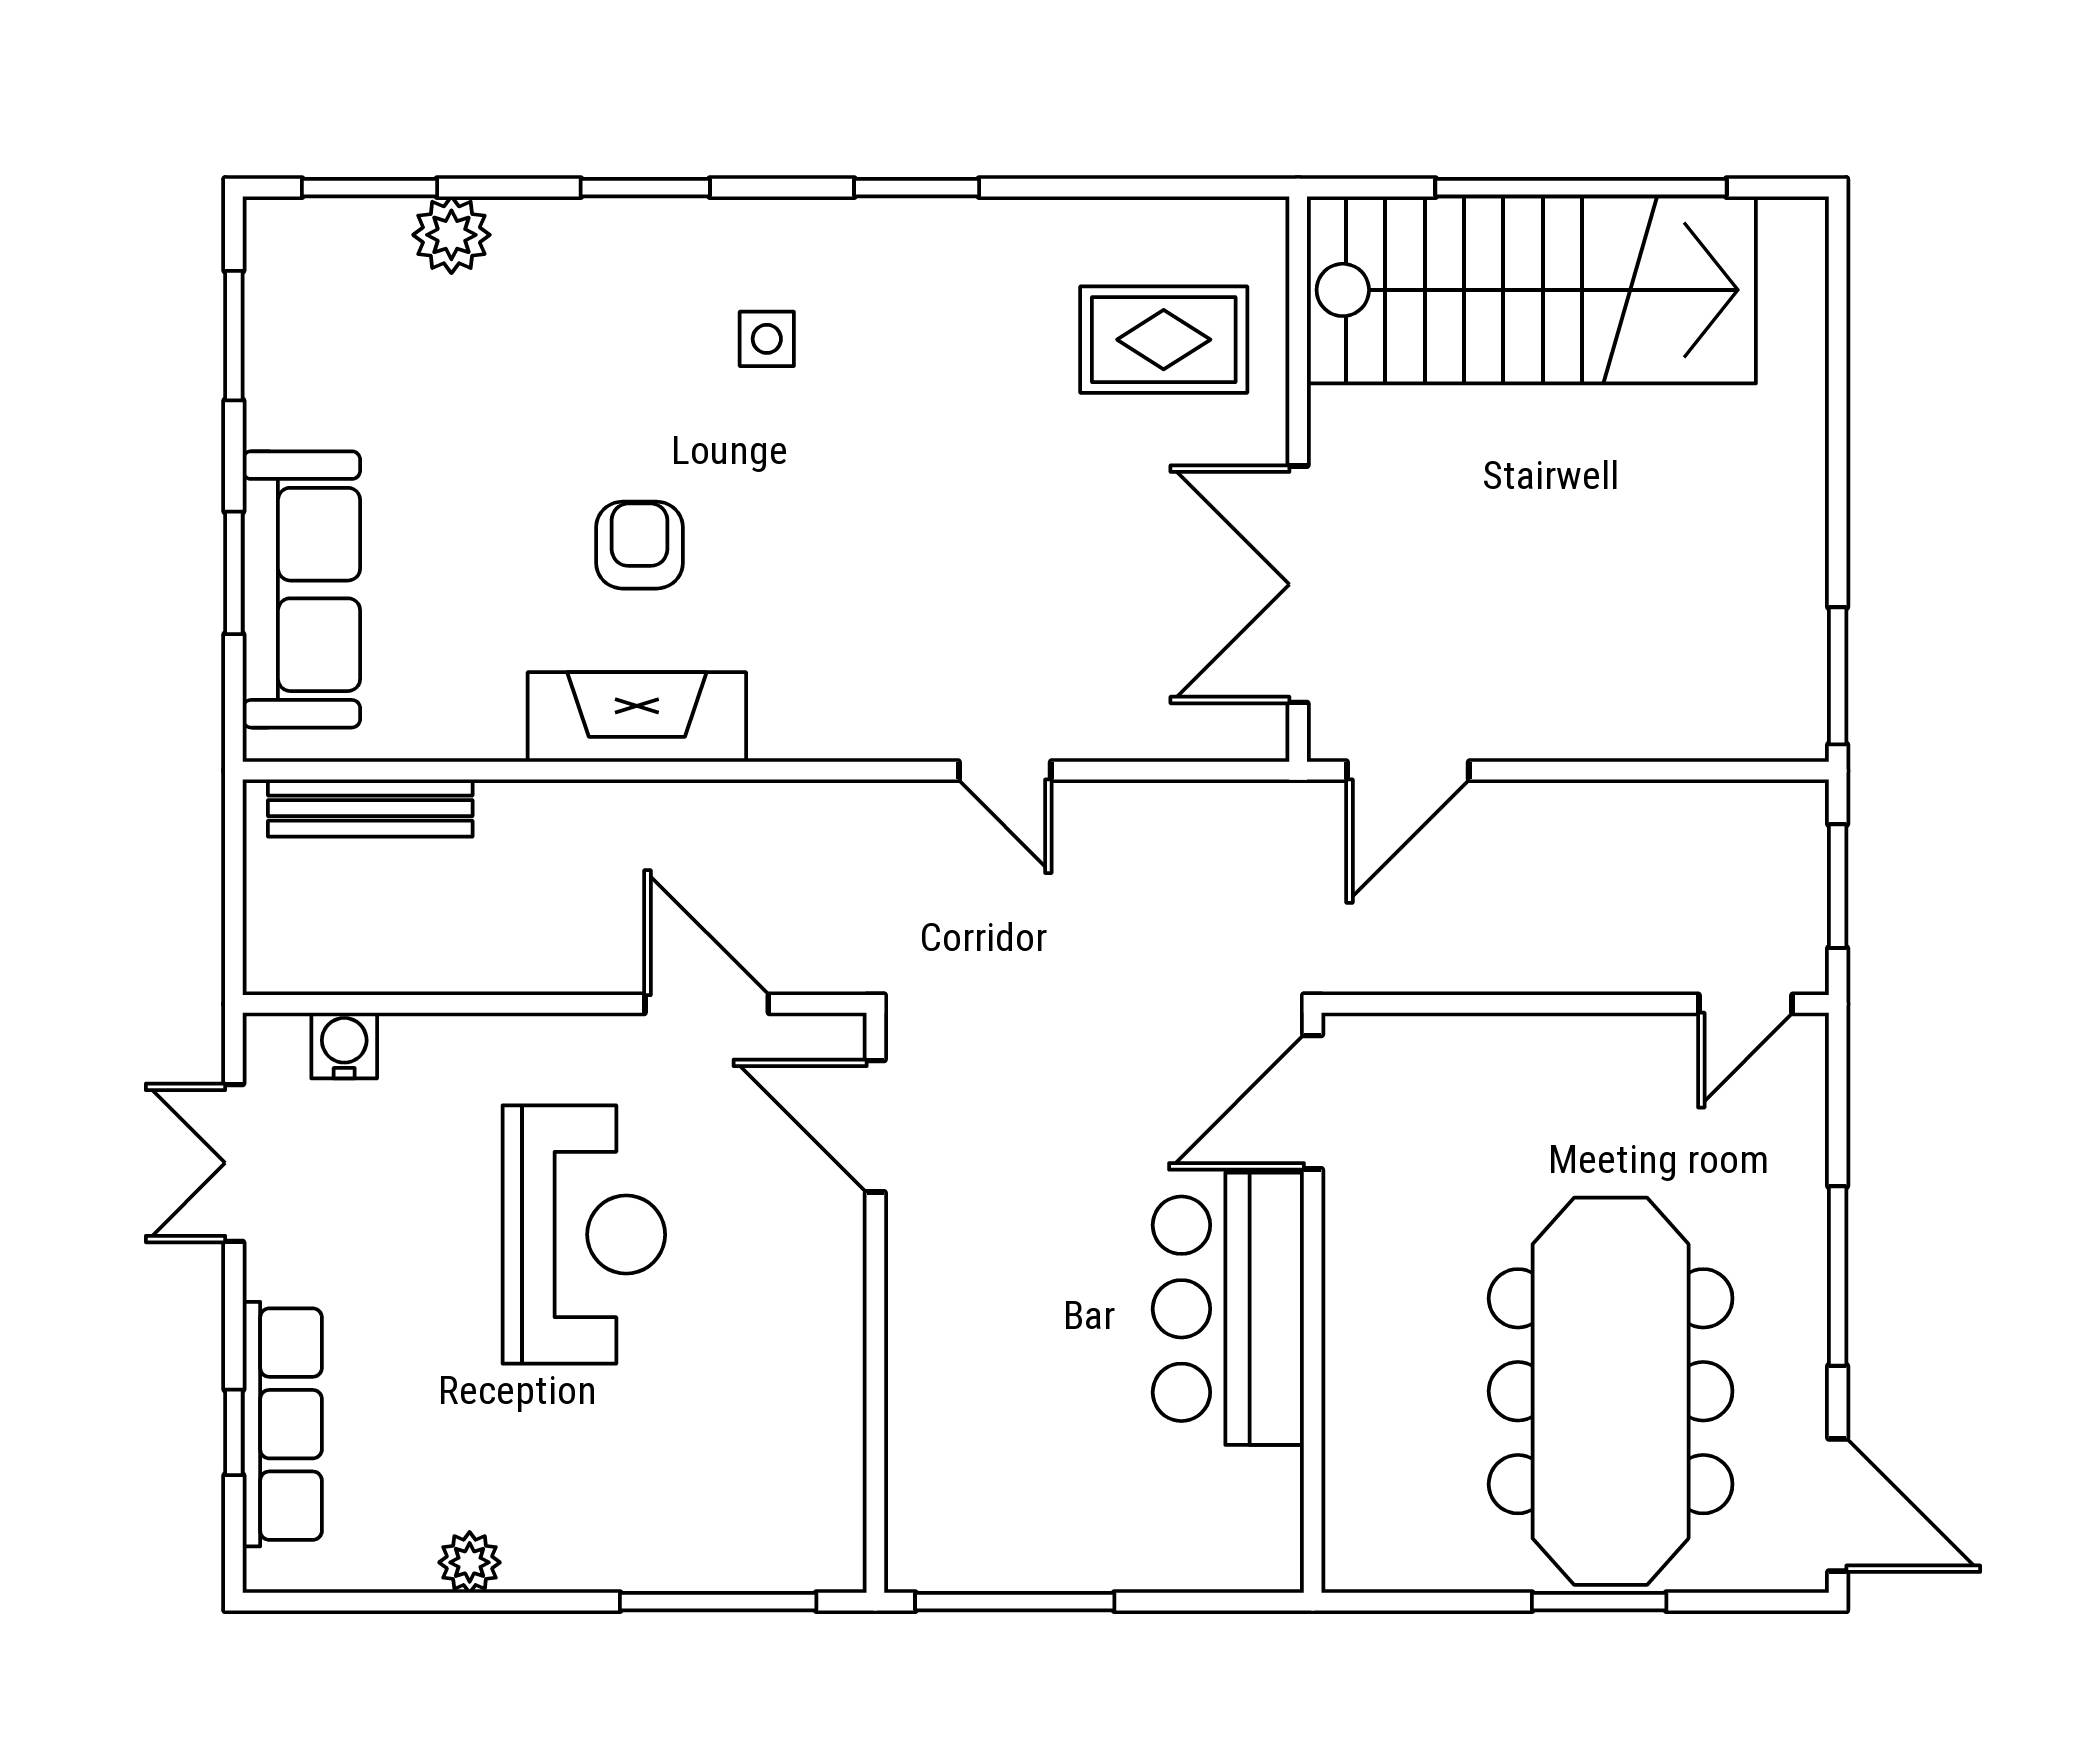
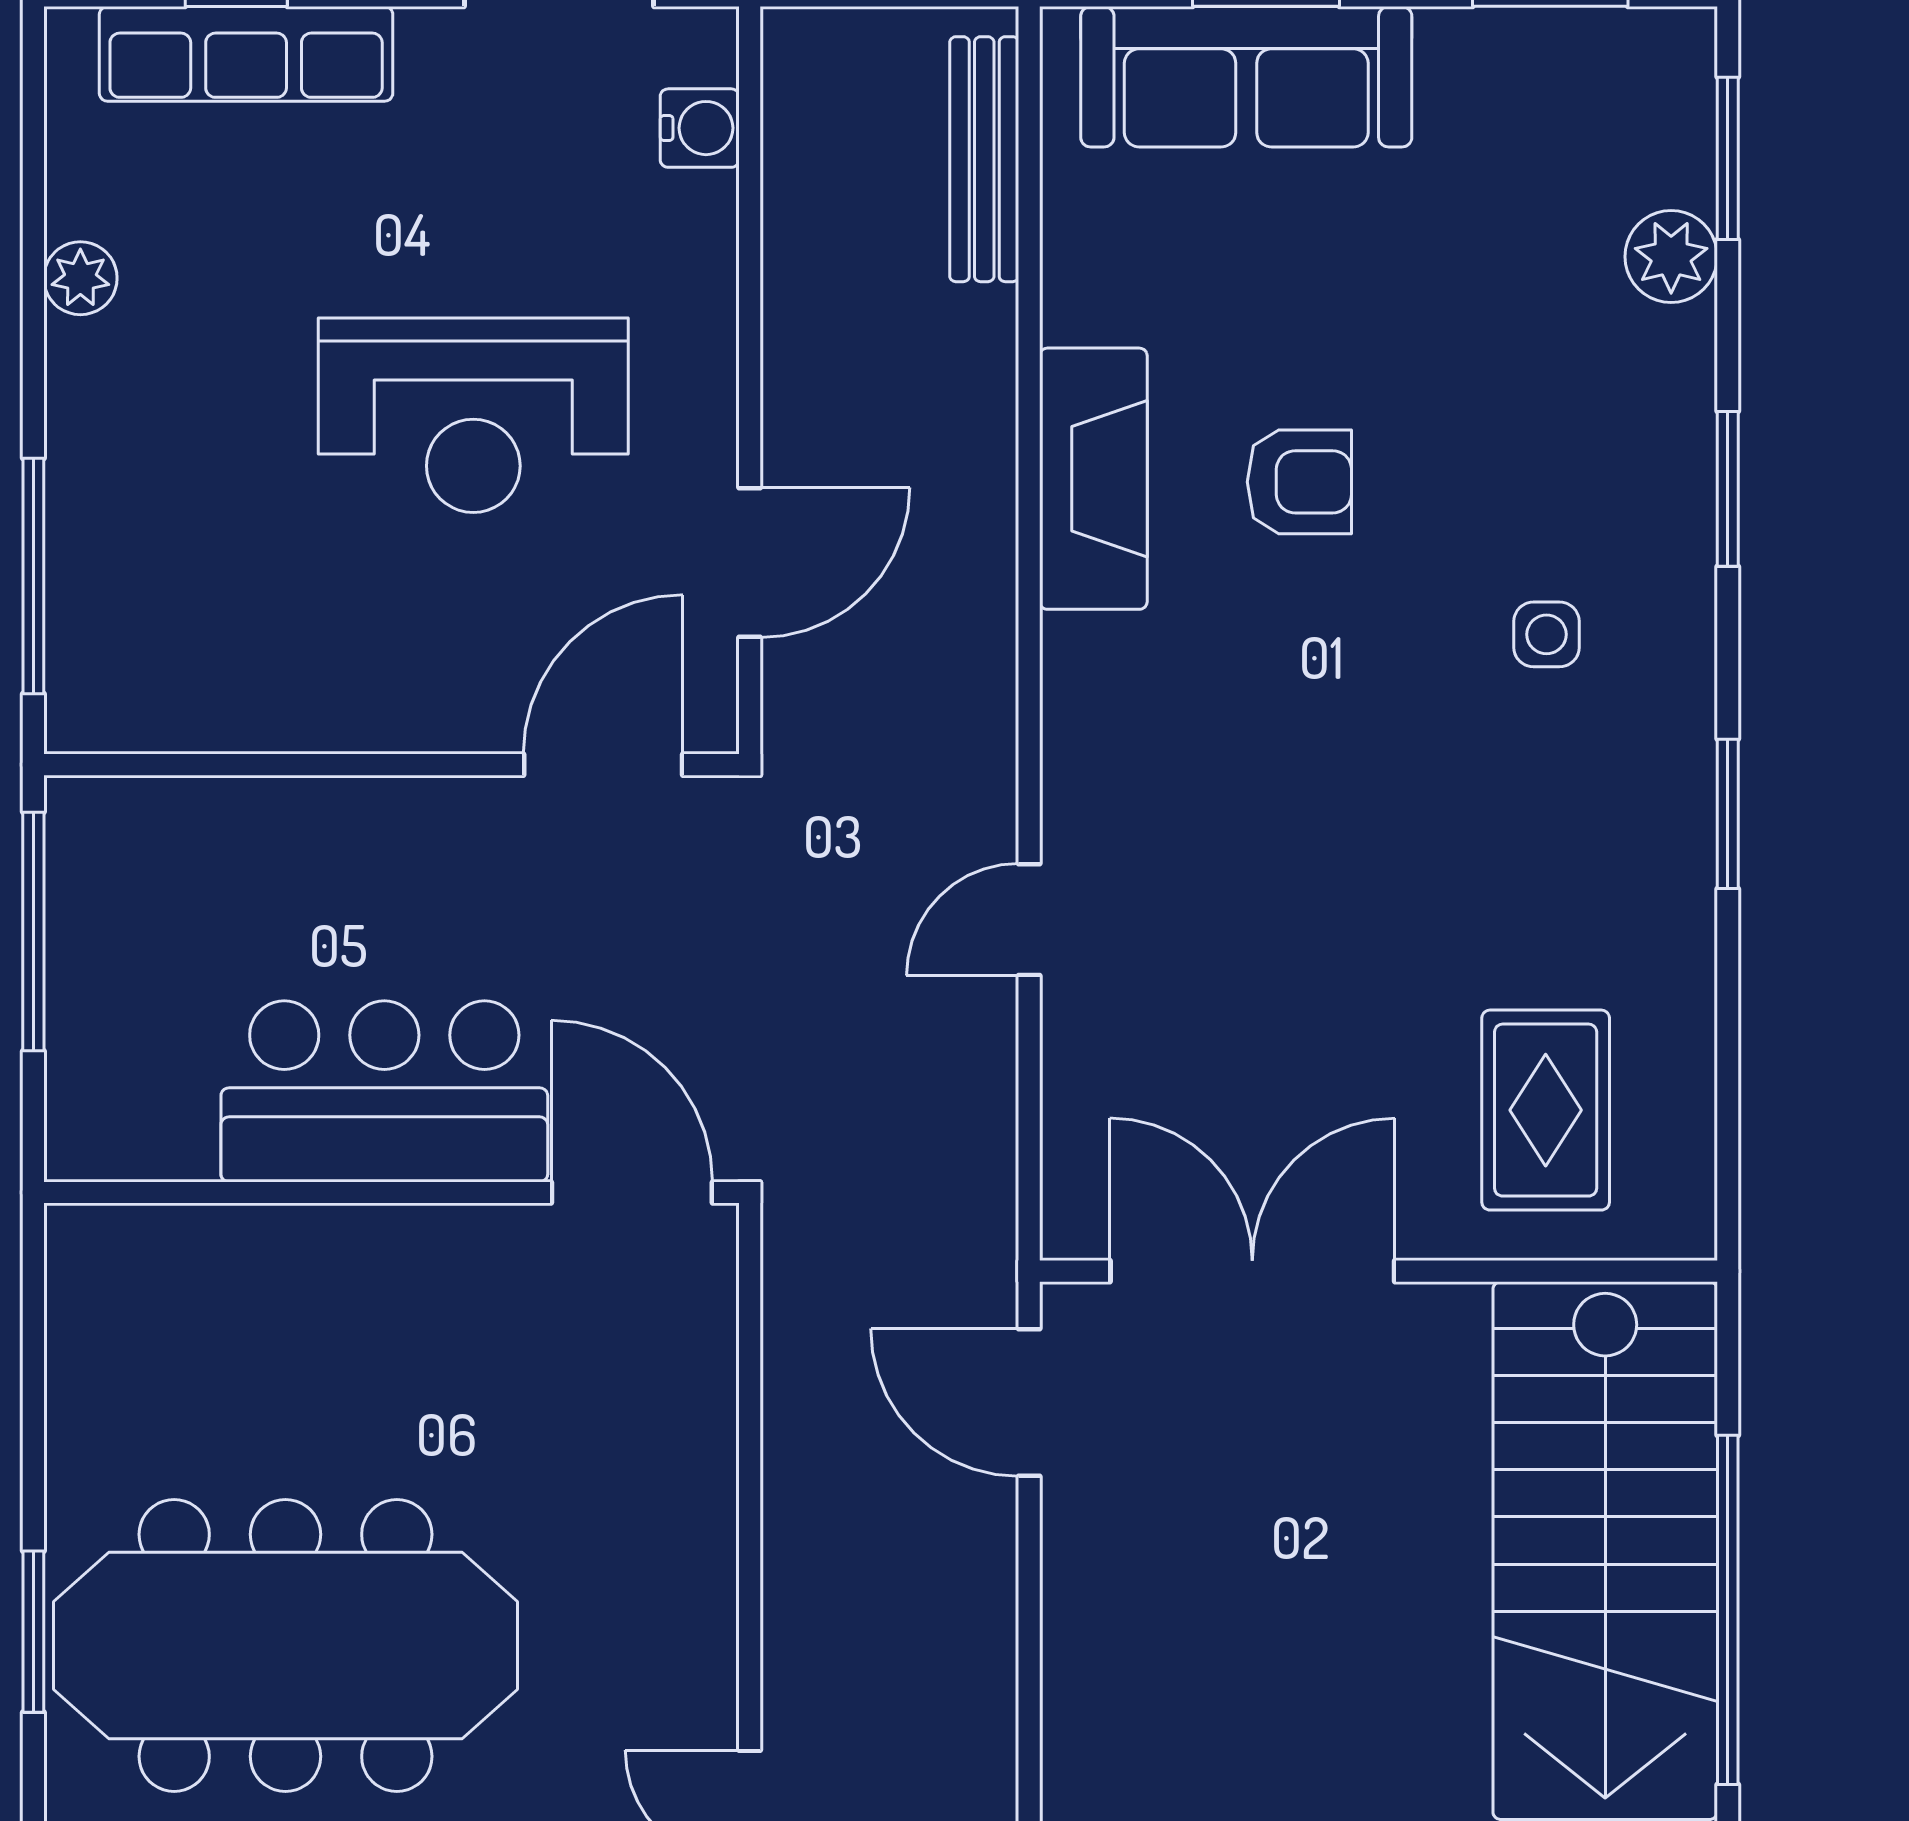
door: (1313, 1102) -> (632, 1192), moved
wall: (1313, 1303) -> (391, 1192), moved
bar counter: (1228, 1309) -> (384, 1091), moved

